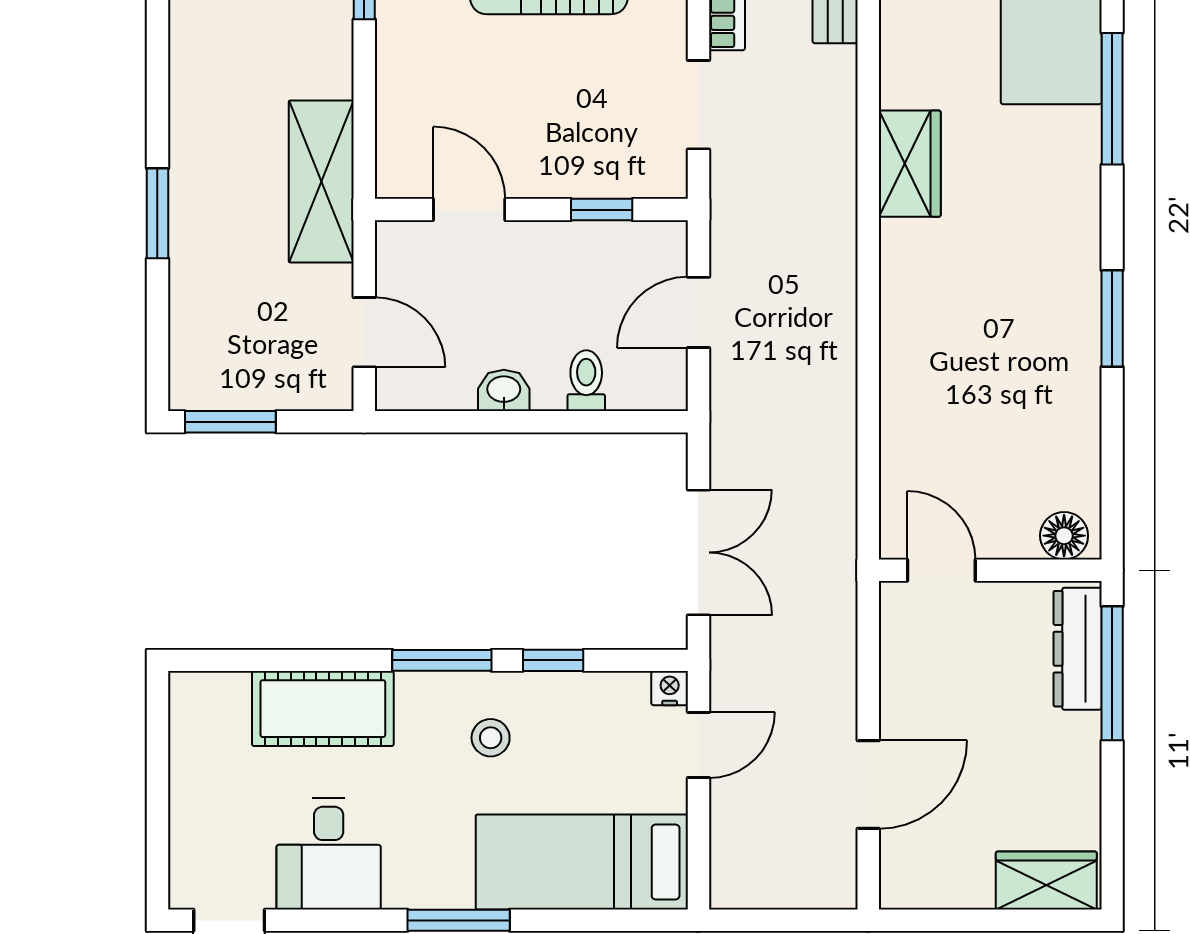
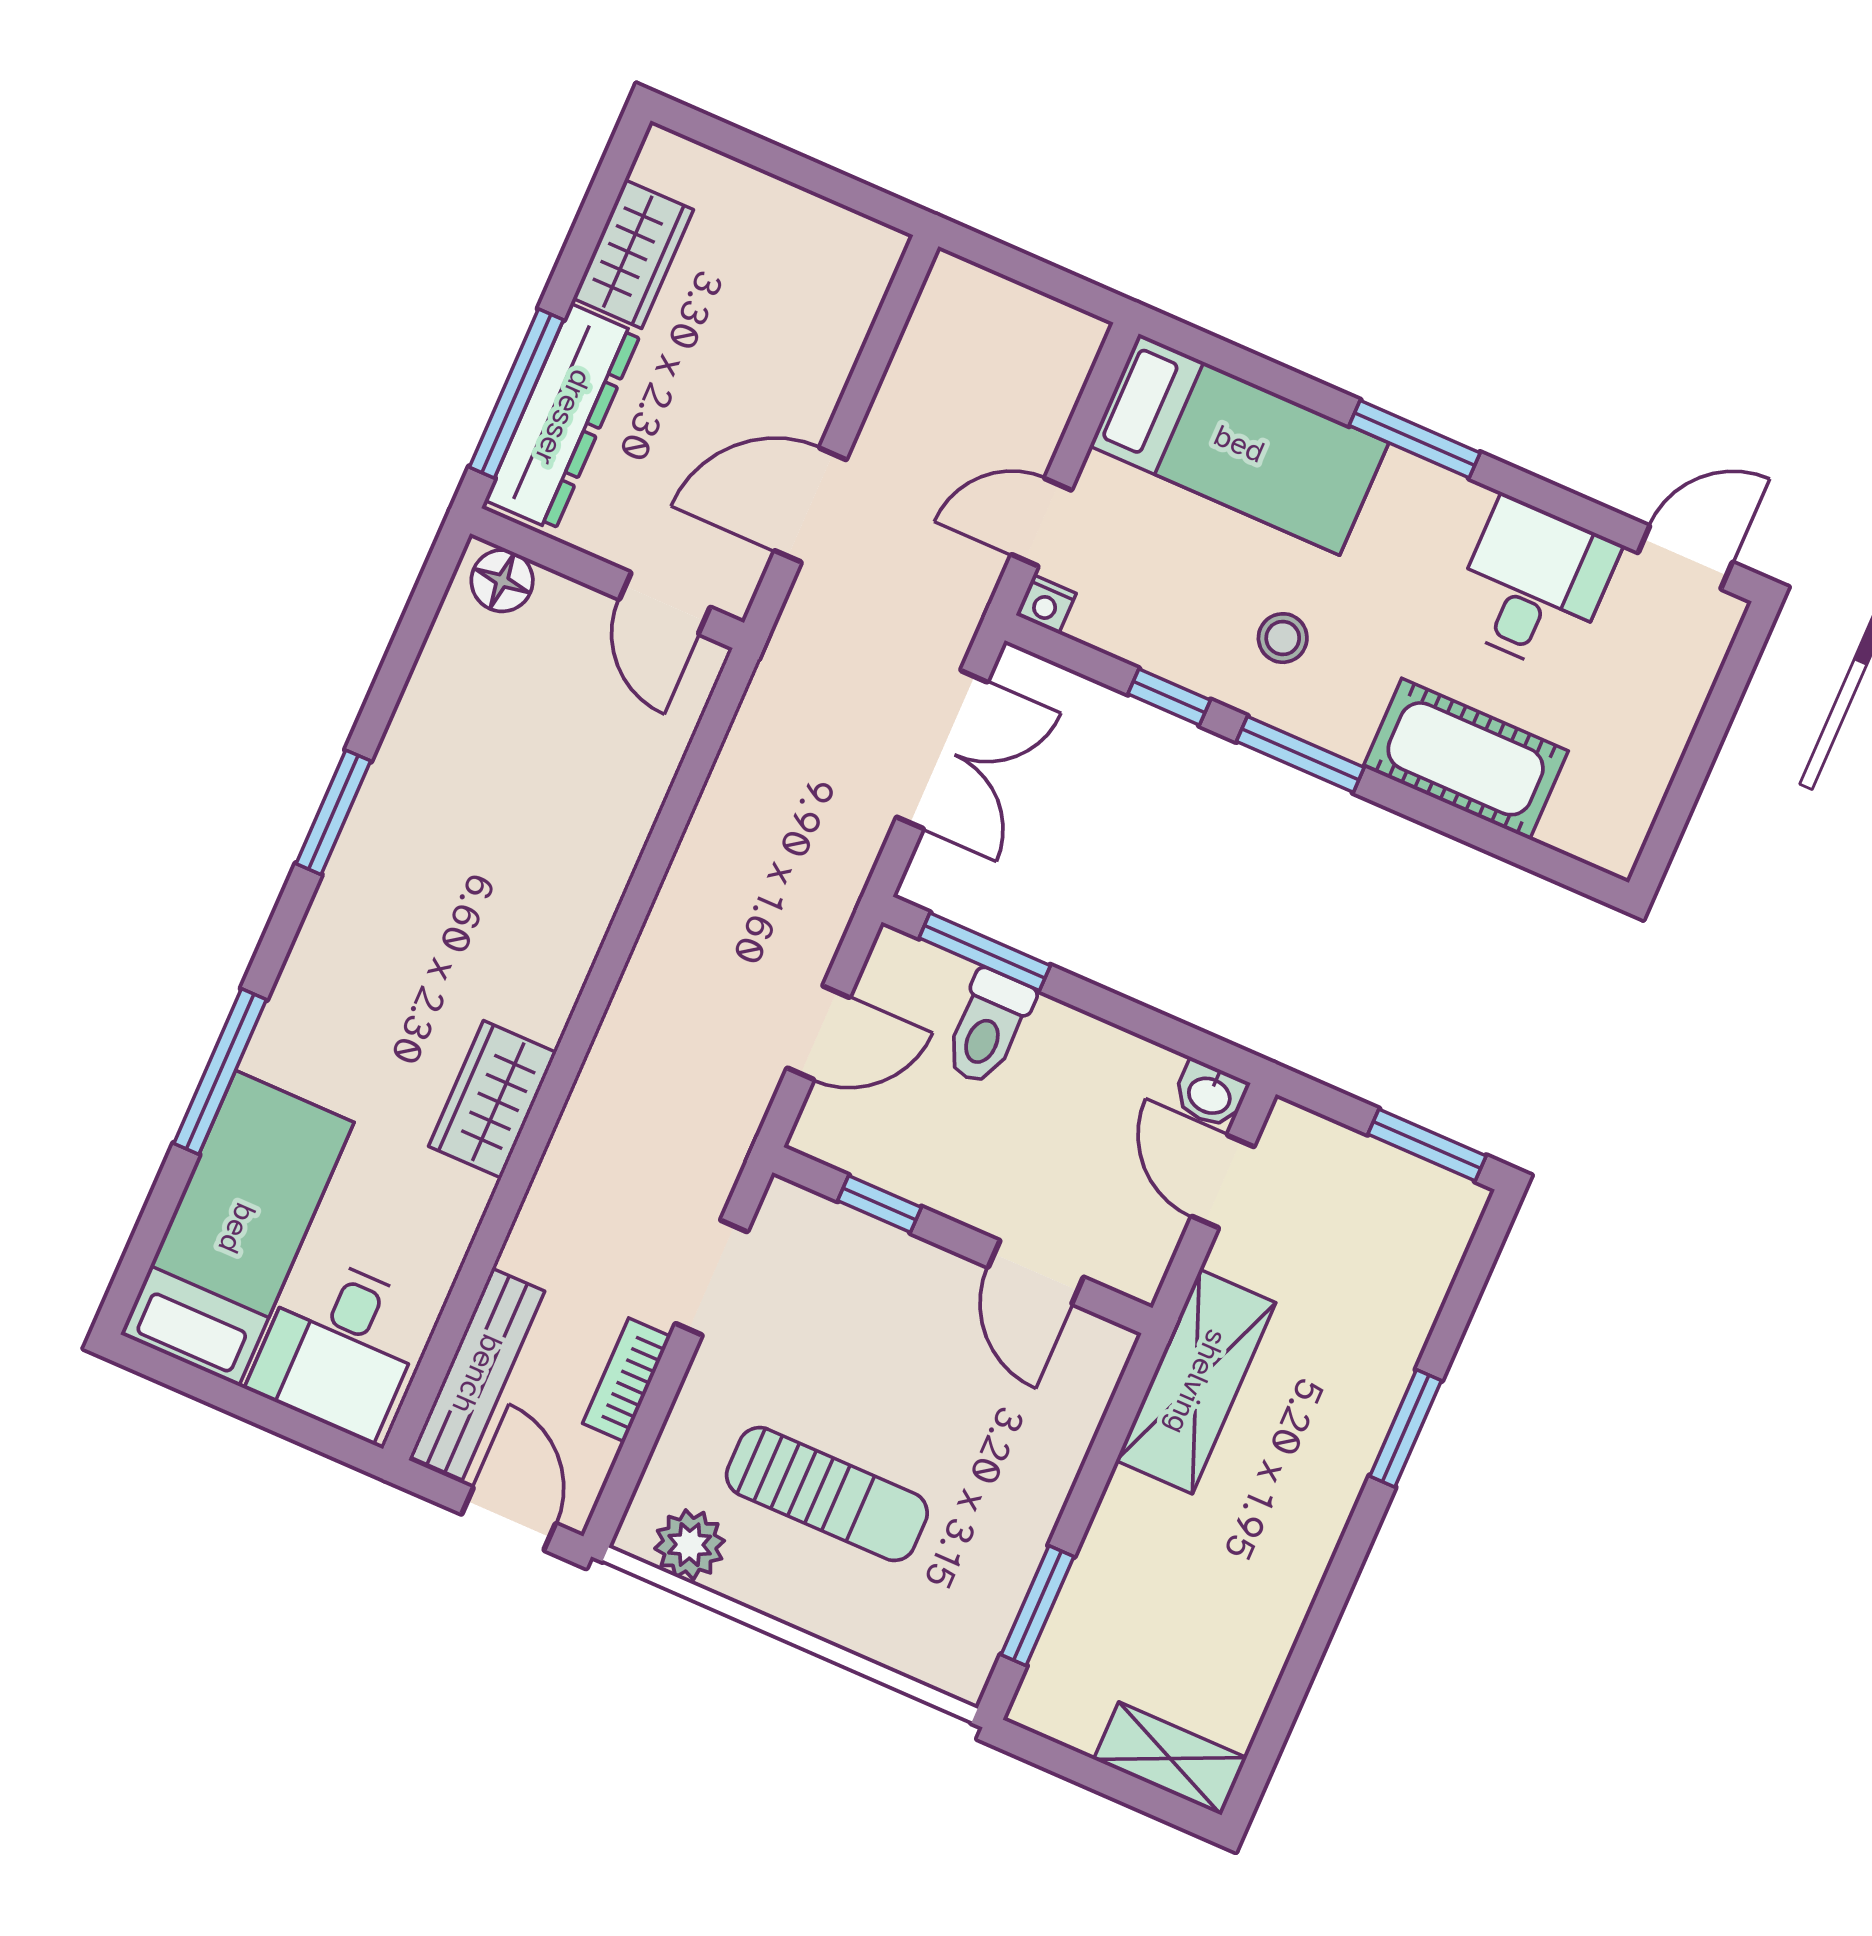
toilet: (586, 381) -> (988, 1027), width x1.37, depth x1.39
washbasin: (504, 390) -> (1210, 1094), moved
window: (605, 422) -> (985, 952), added
double door: (698, 552) -> (942, 750), swing flipped
dresser: (1078, 649) -> (563, 417), width x1.37, depth x1.24
door: (868, 785) -> (810, 505), moved
wardrobe: (1046, 880) -> (633, 254), moved, turned -90

